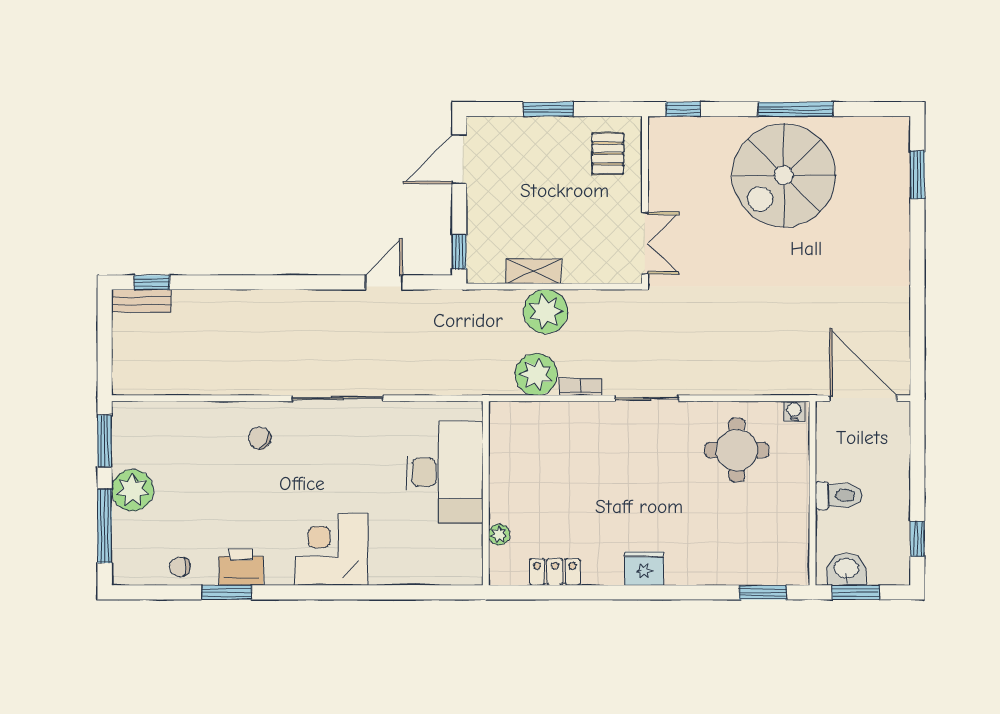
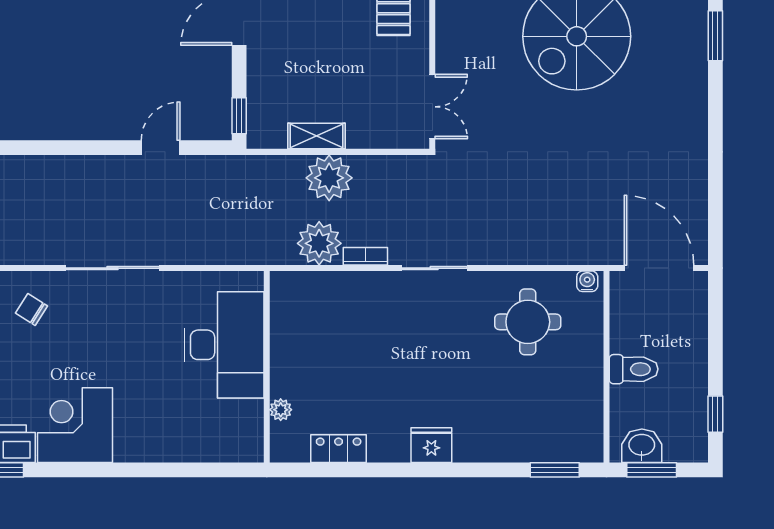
corner desk: (331, 549) -> (75, 425), moved

